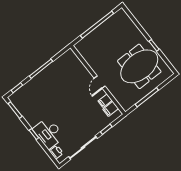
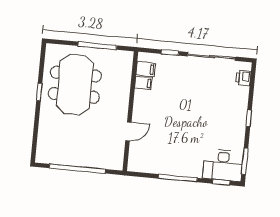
meeting table: (139, 66) -> (75, 85), turned 90
door: (100, 82) -> (128, 131), moved
desk: (49, 133) -> (223, 165), moved, turned 90

